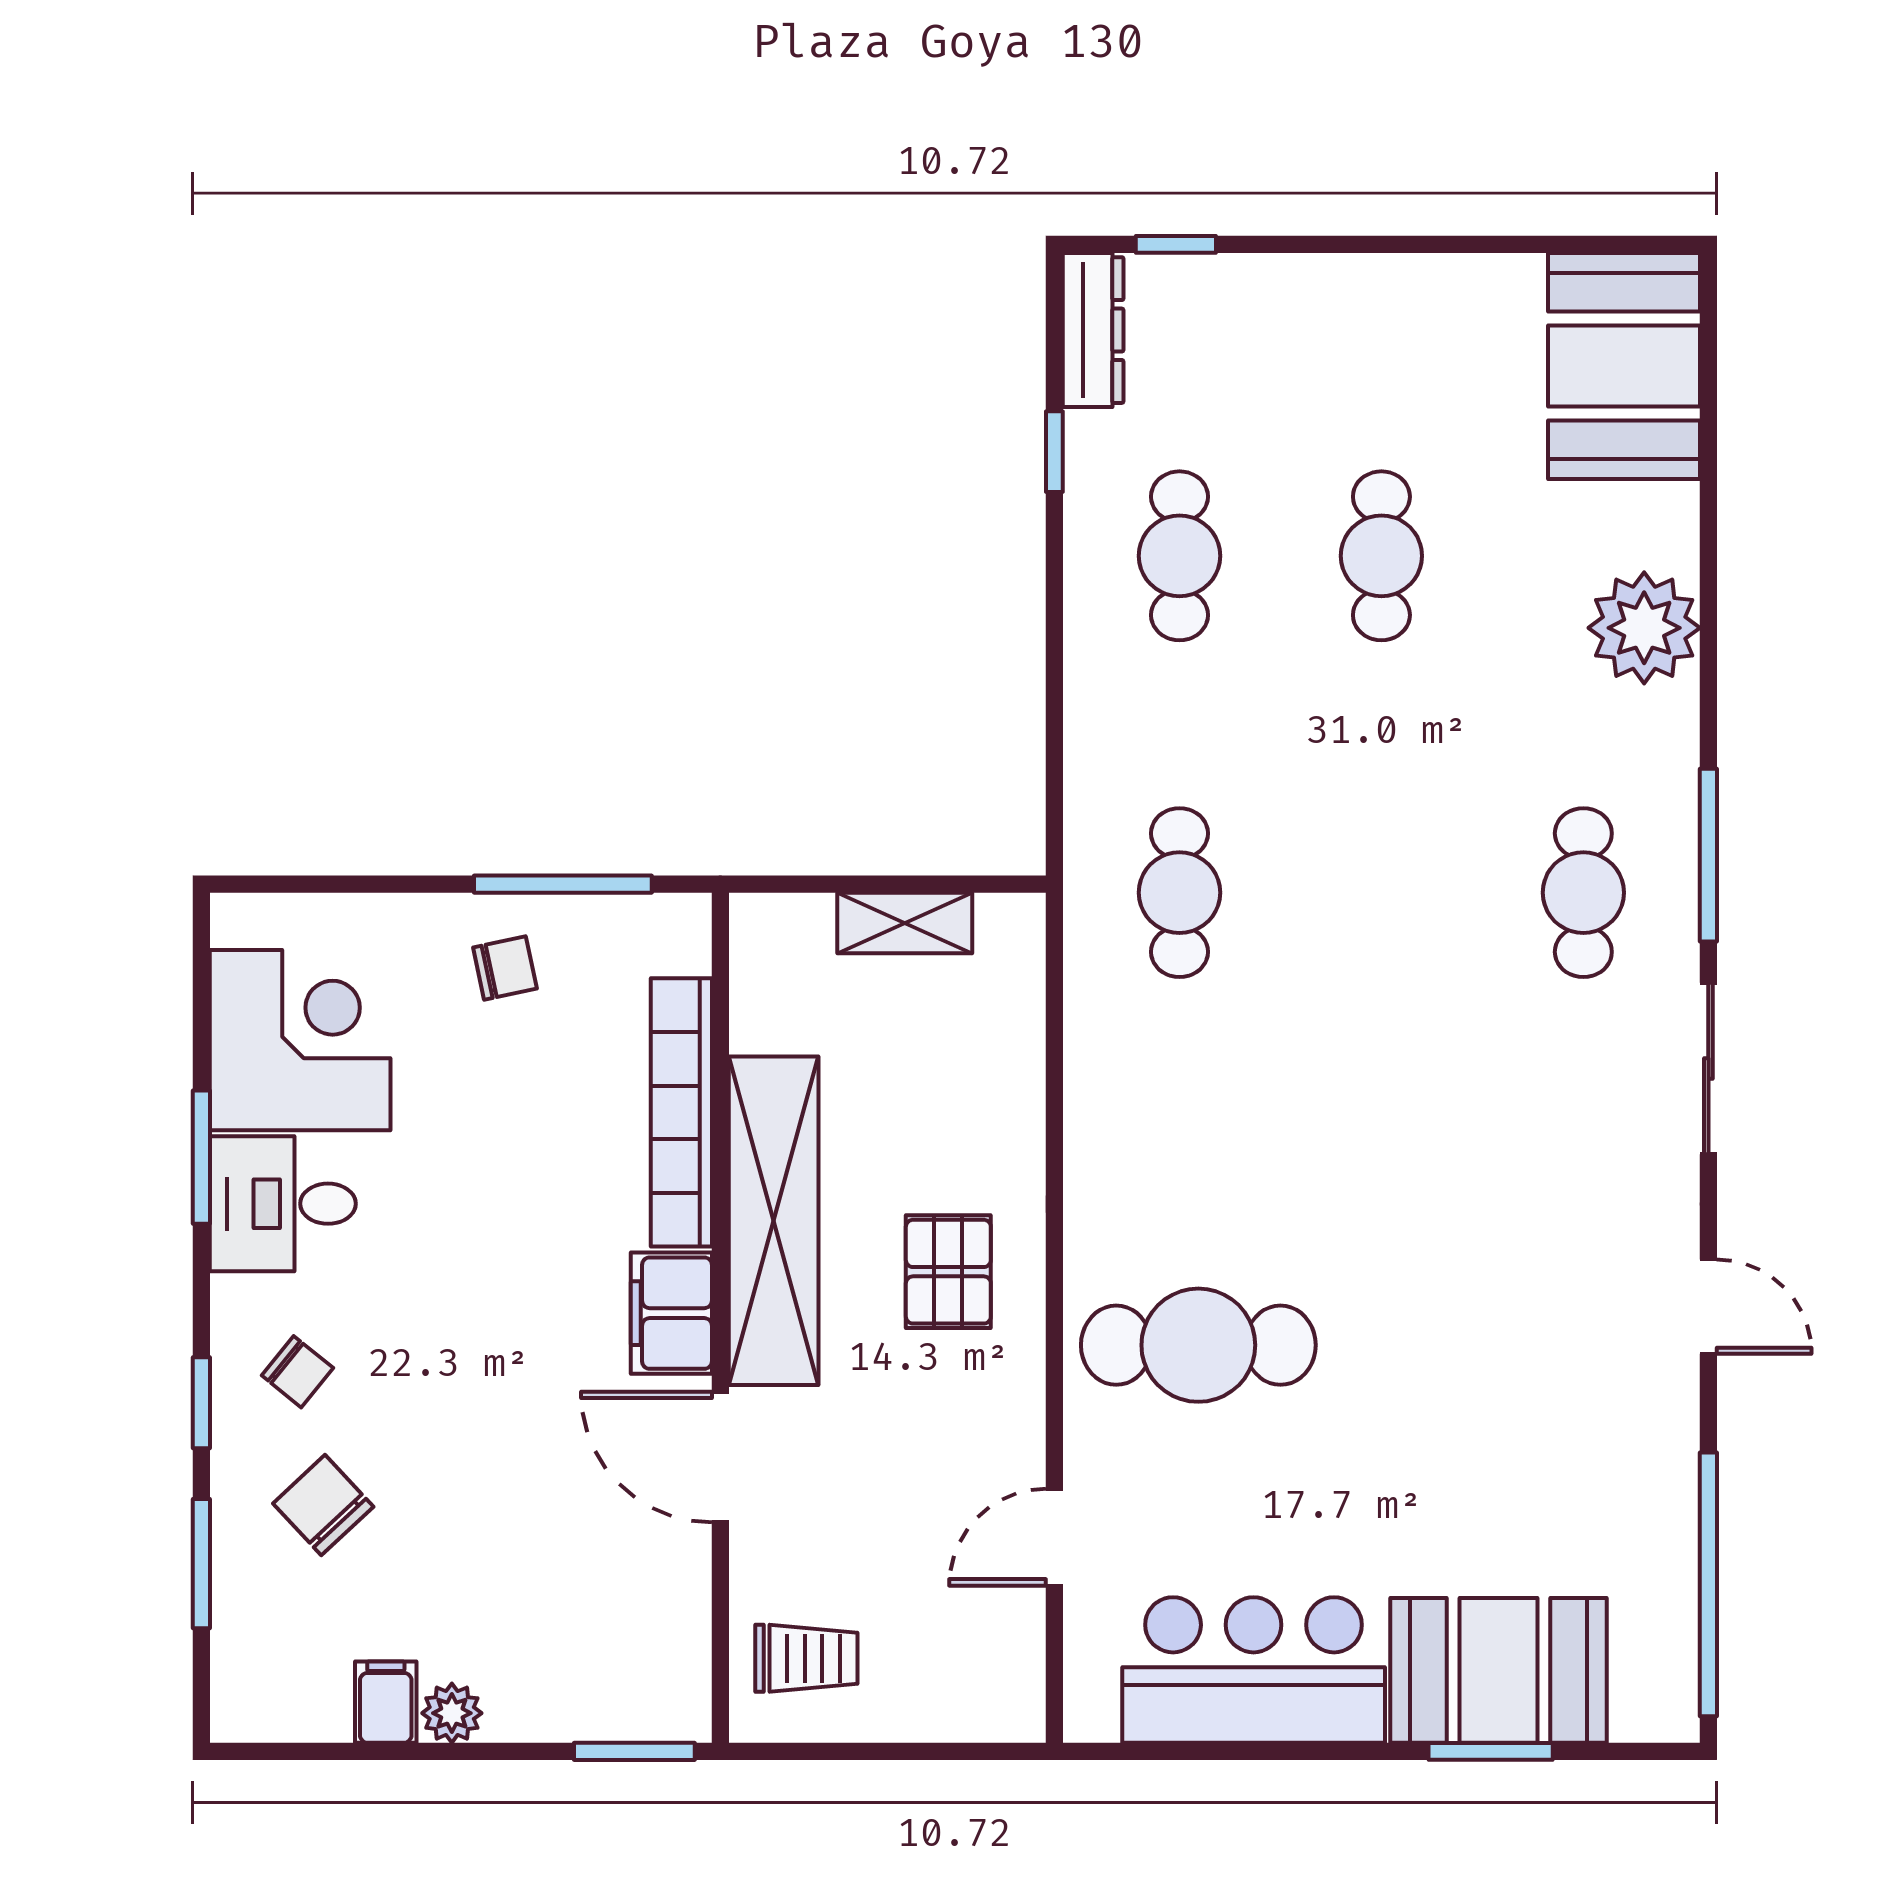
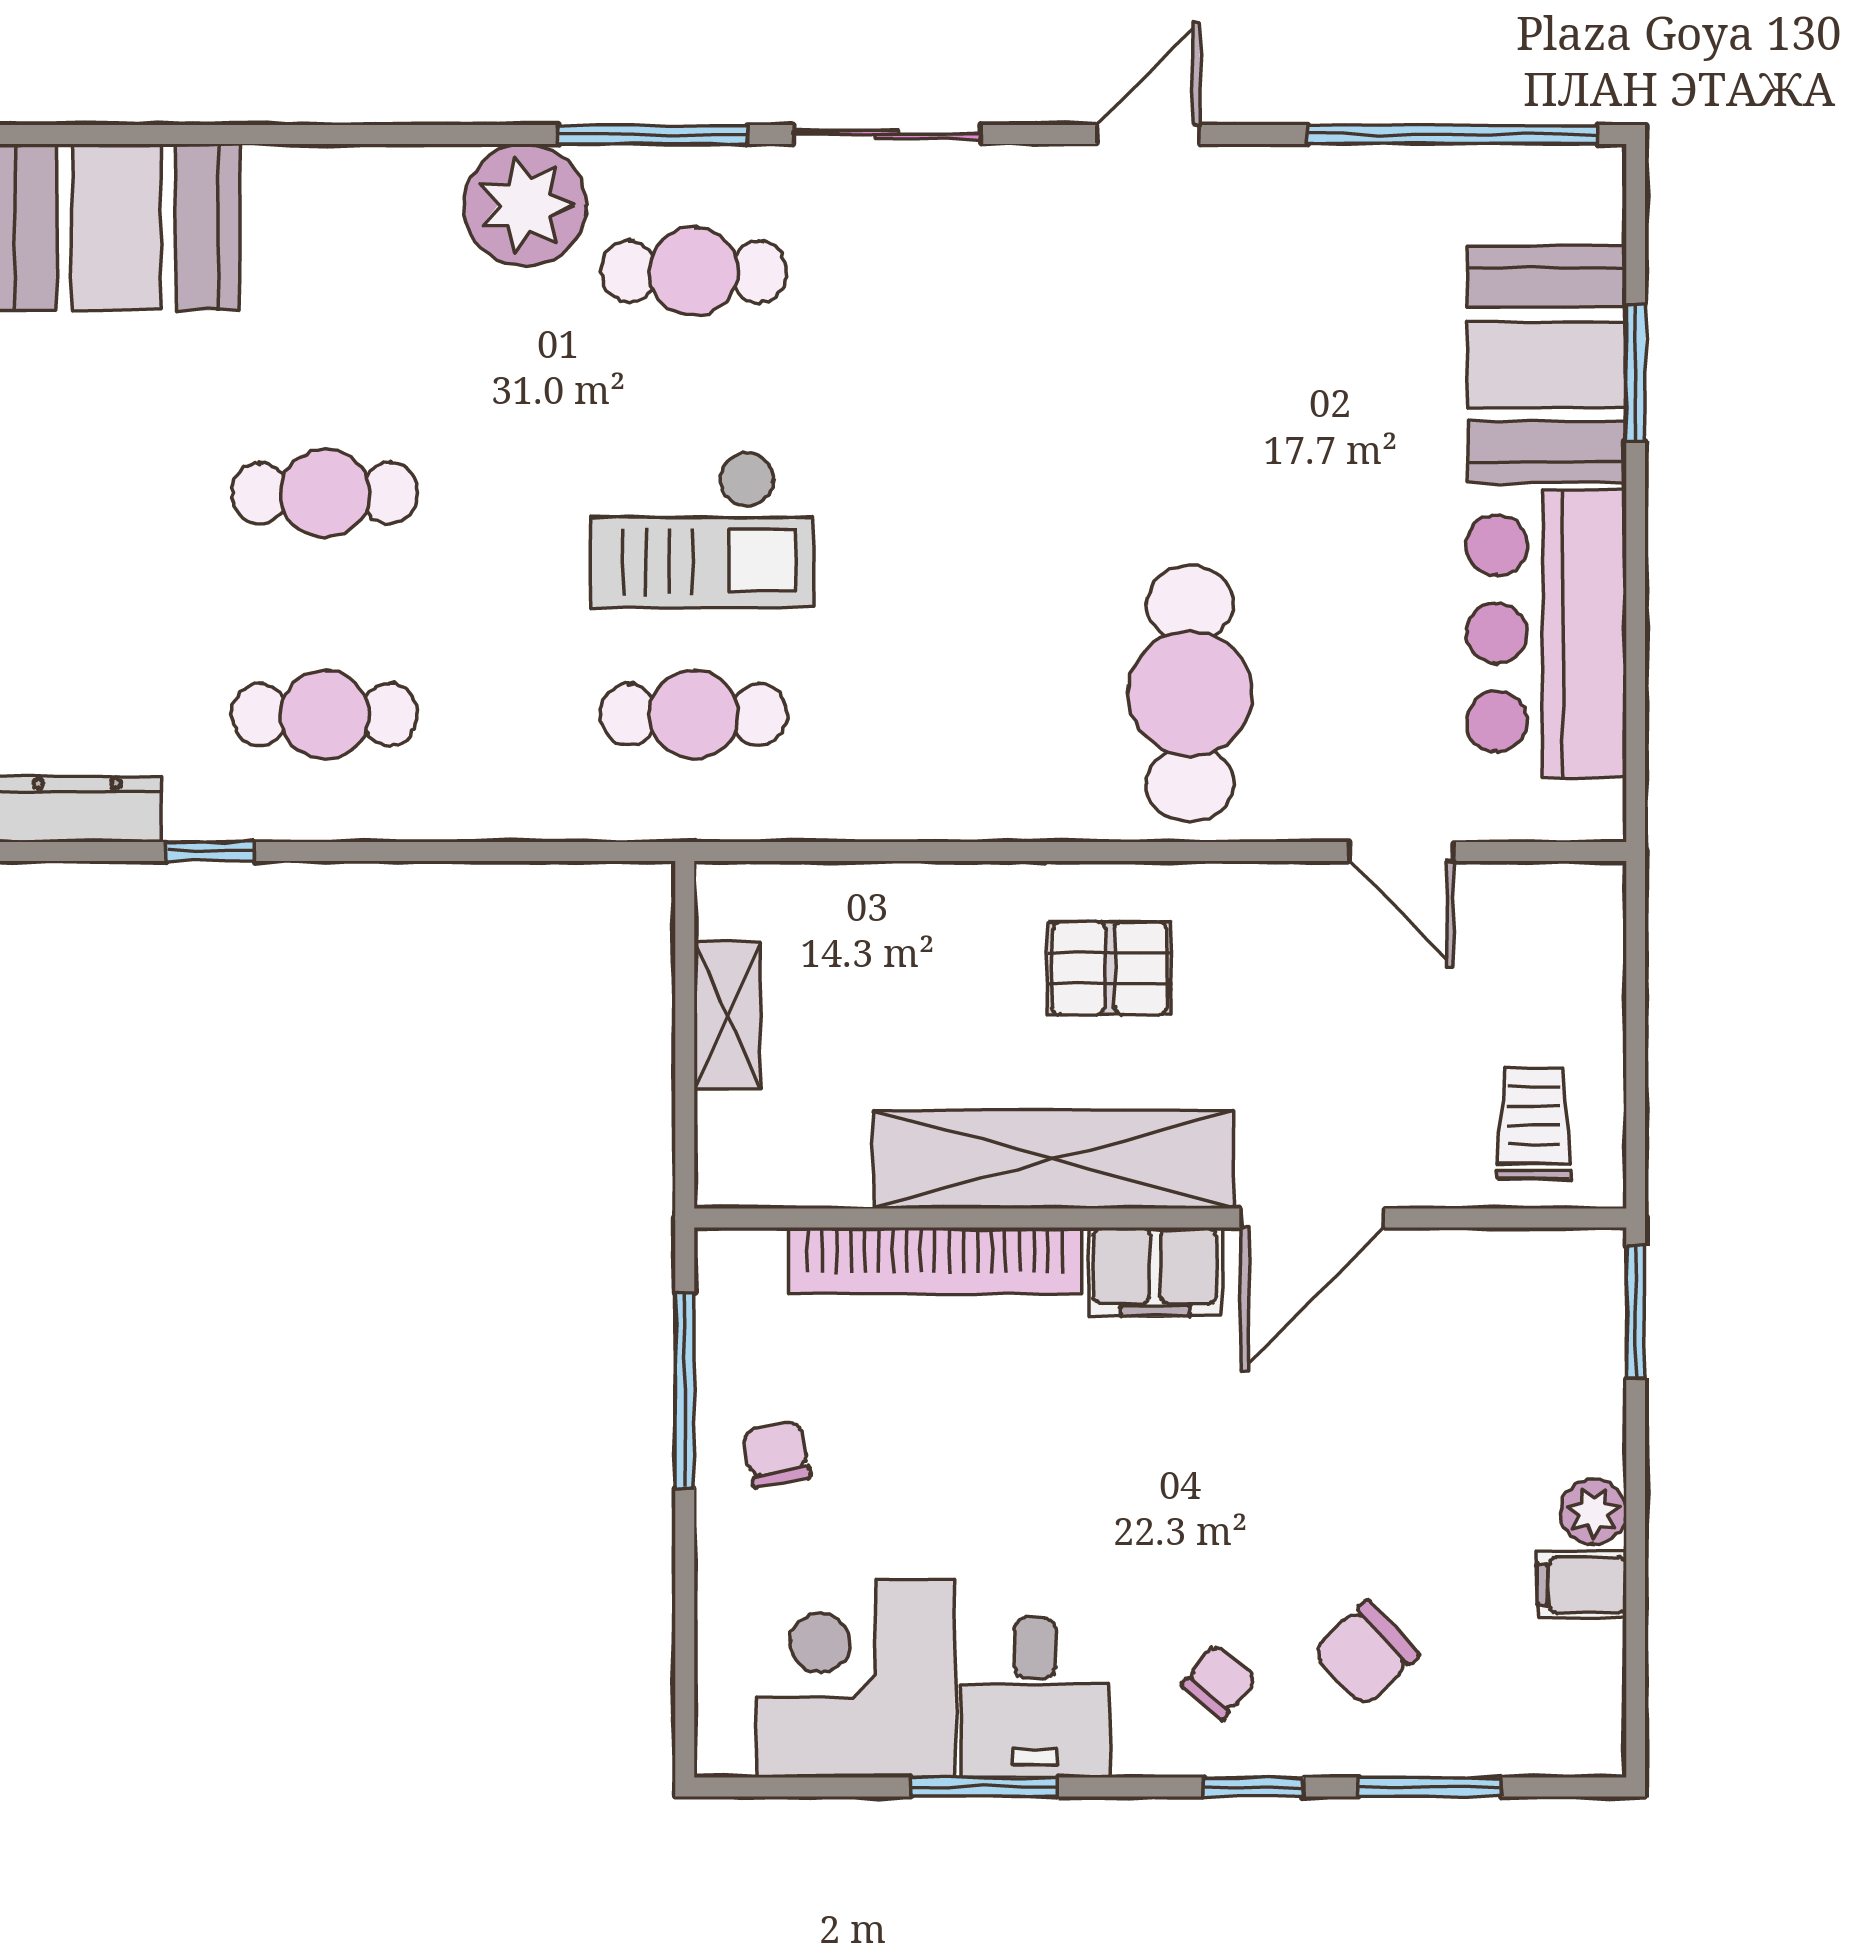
plant: (1644, 628) -> (525, 205), moved
checkout: (1348, 900) -> (702, 529), added

